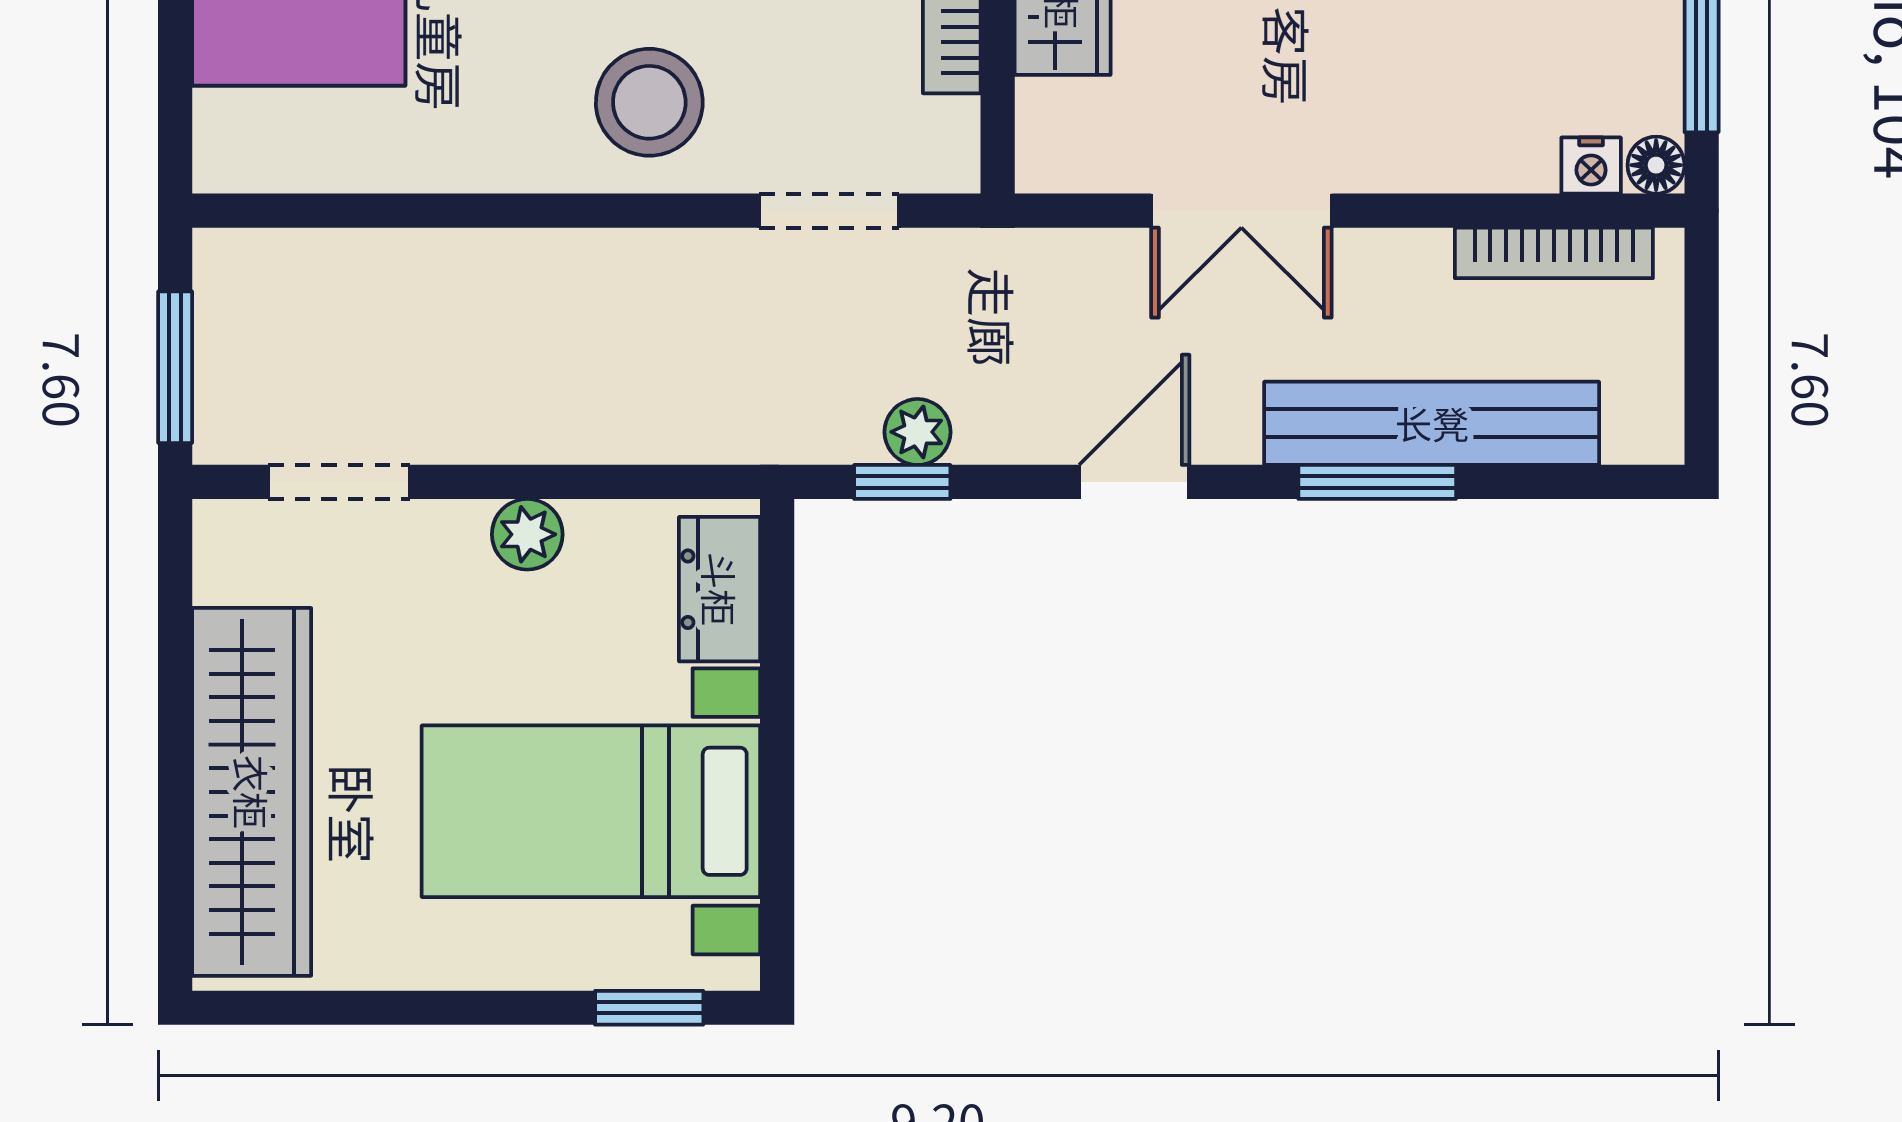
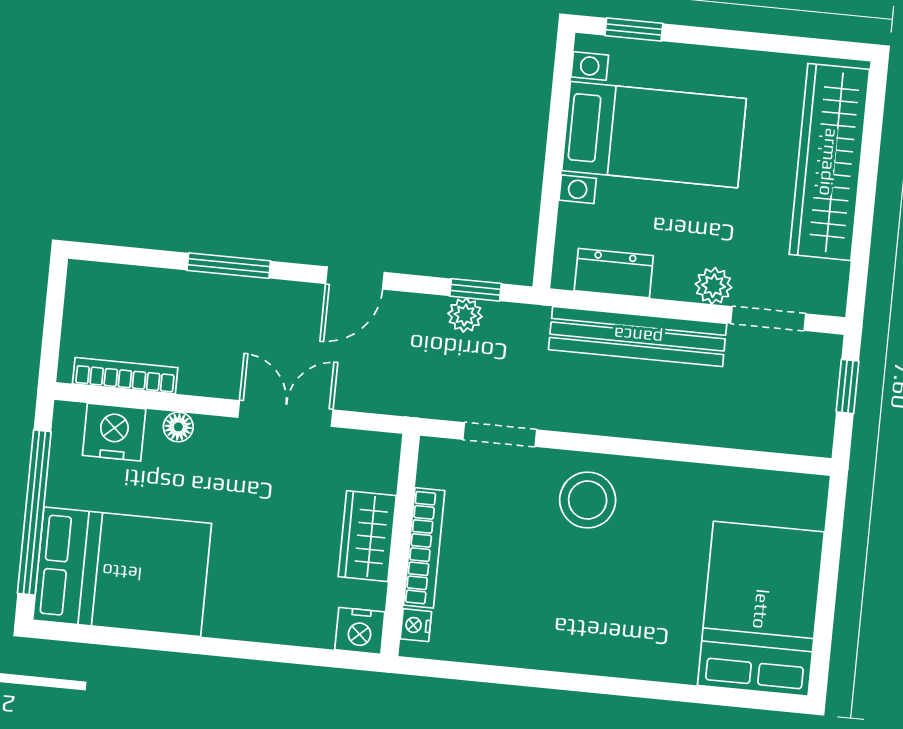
floor lamp: (1656, 165) -> (178, 427), moved
nightstand: (1591, 166) -> (114, 432), width x1.89, depth x1.79
window: (175, 367) -> (848, 386), width x0.67
bench: (1432, 423) -> (638, 336), moved
plant: (527, 534) -> (714, 286), moved
dresser: (720, 589) -> (614, 273), moved, turned -90

